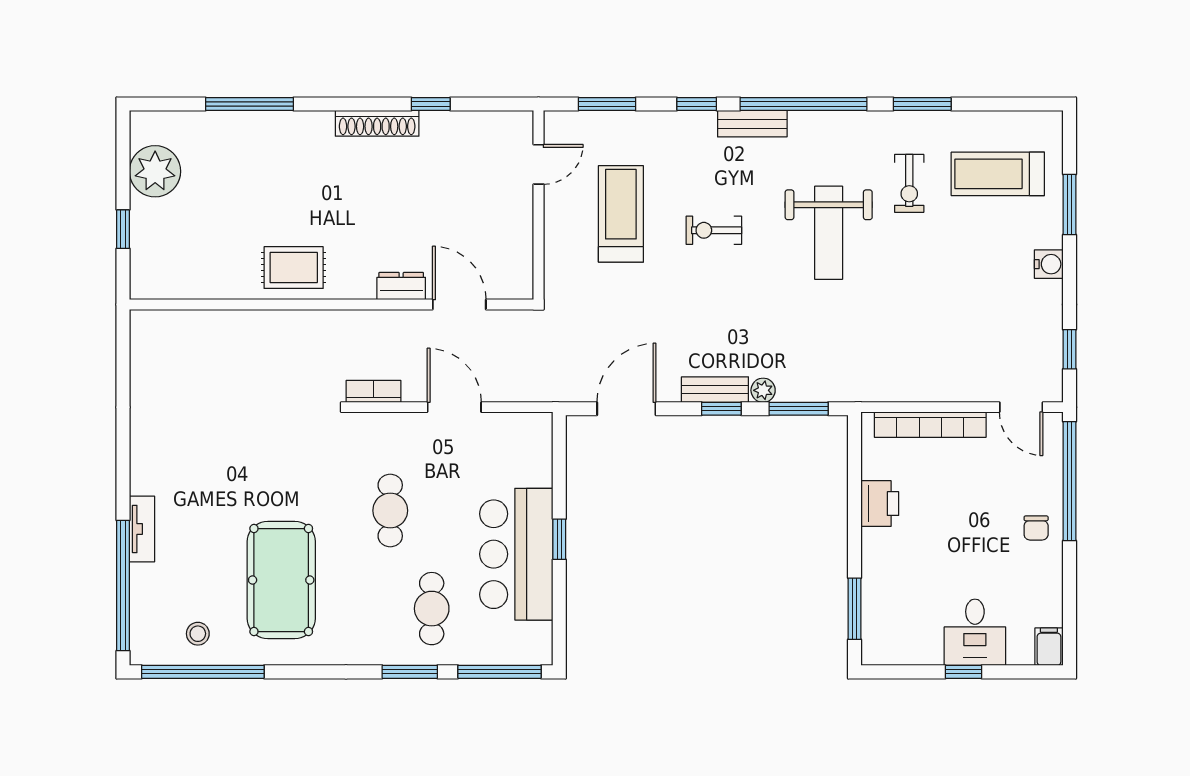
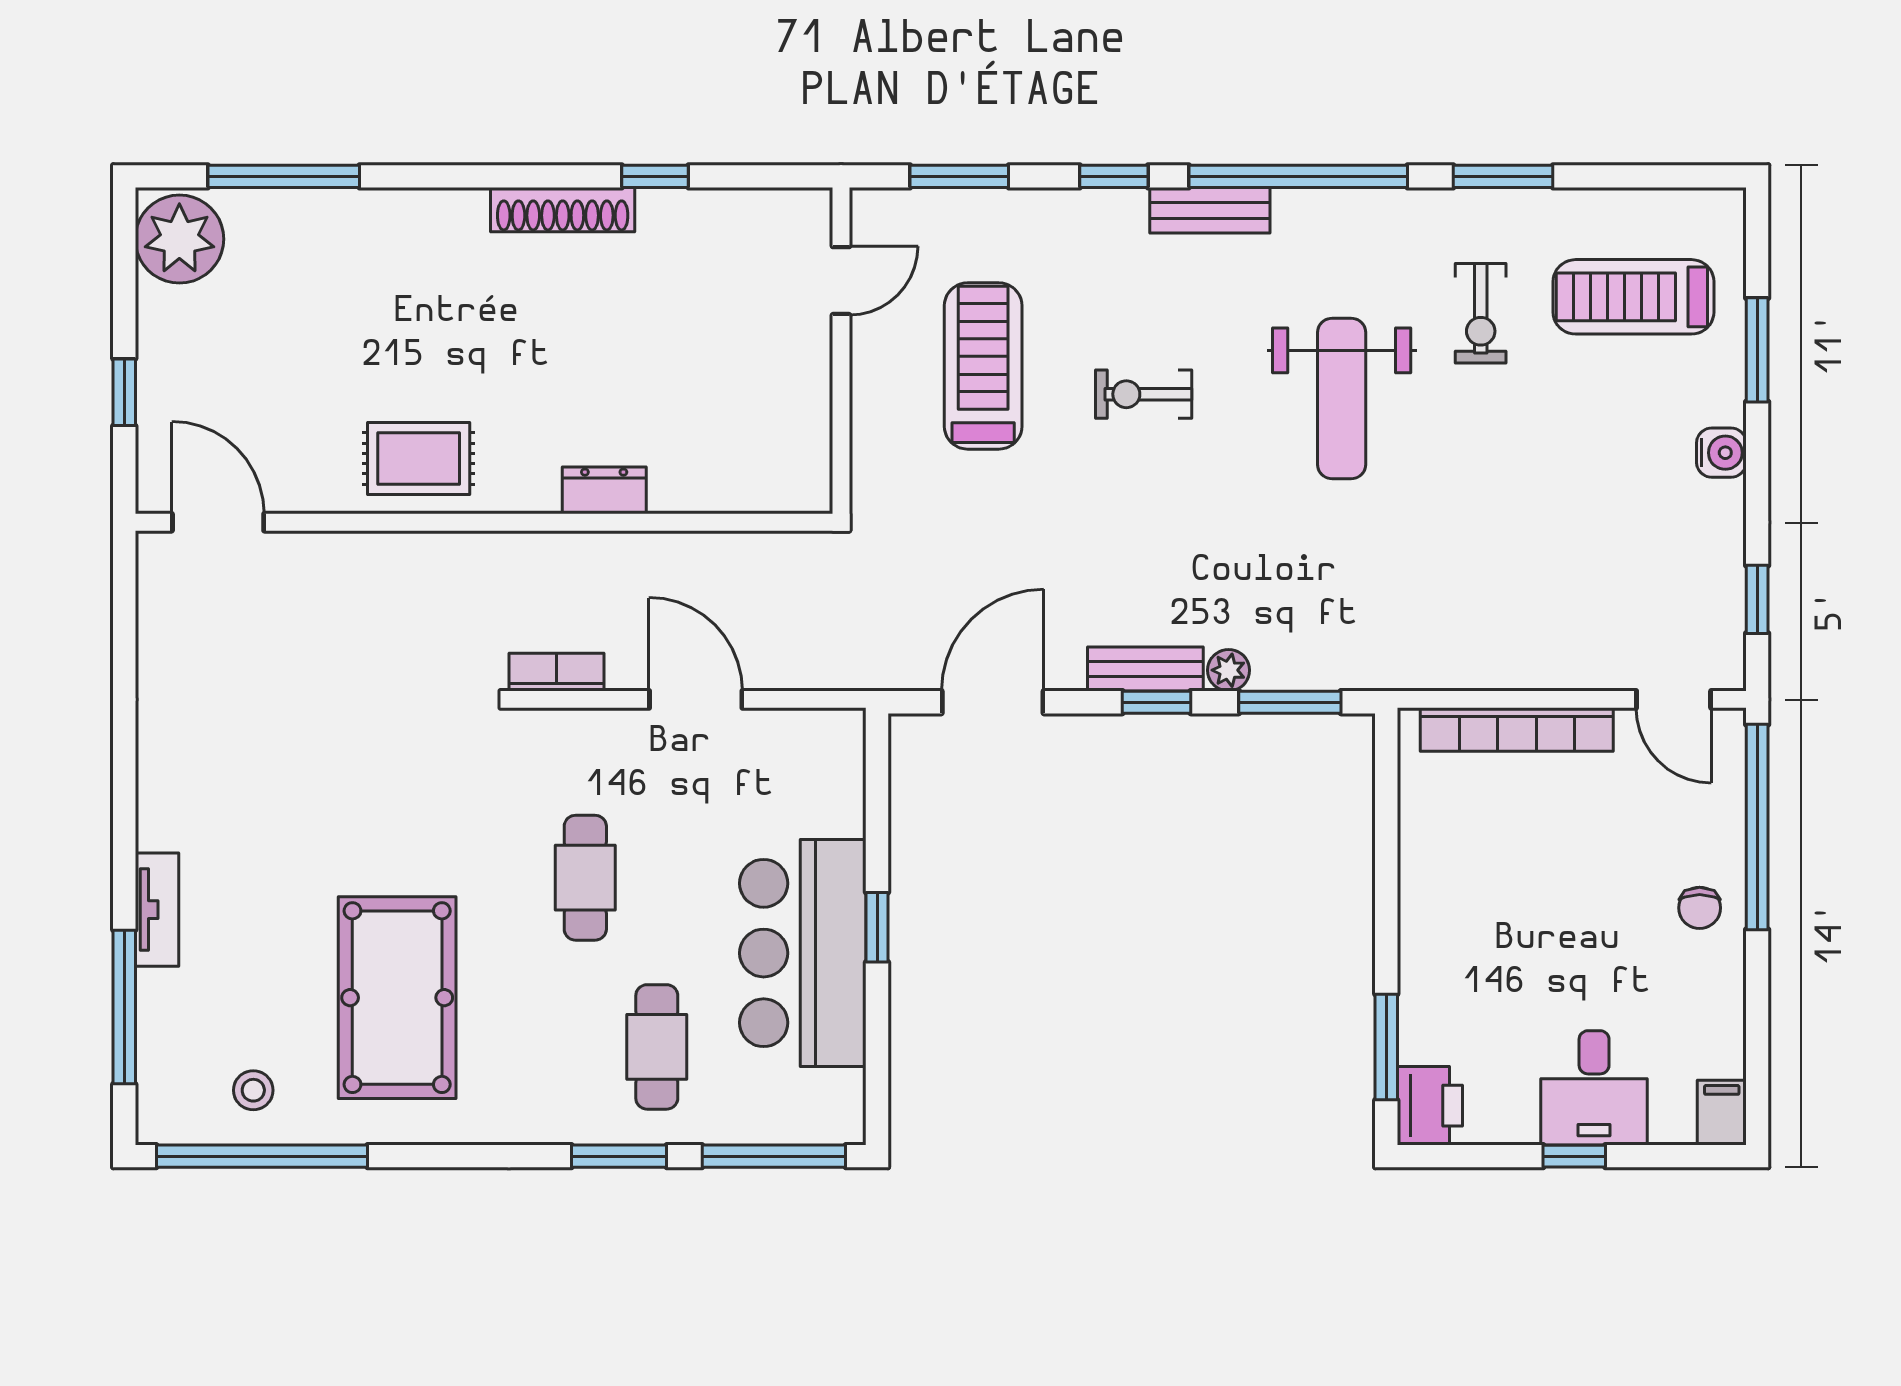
window: (250, 104) -> (284, 176), moved
plant: (155, 171) -> (179, 239), moved
door: (459, 305) -> (218, 522), moved
printer: (880, 504) -> (1430, 1106), moved
window: (123, 585) -> (124, 1007), width x0.68

